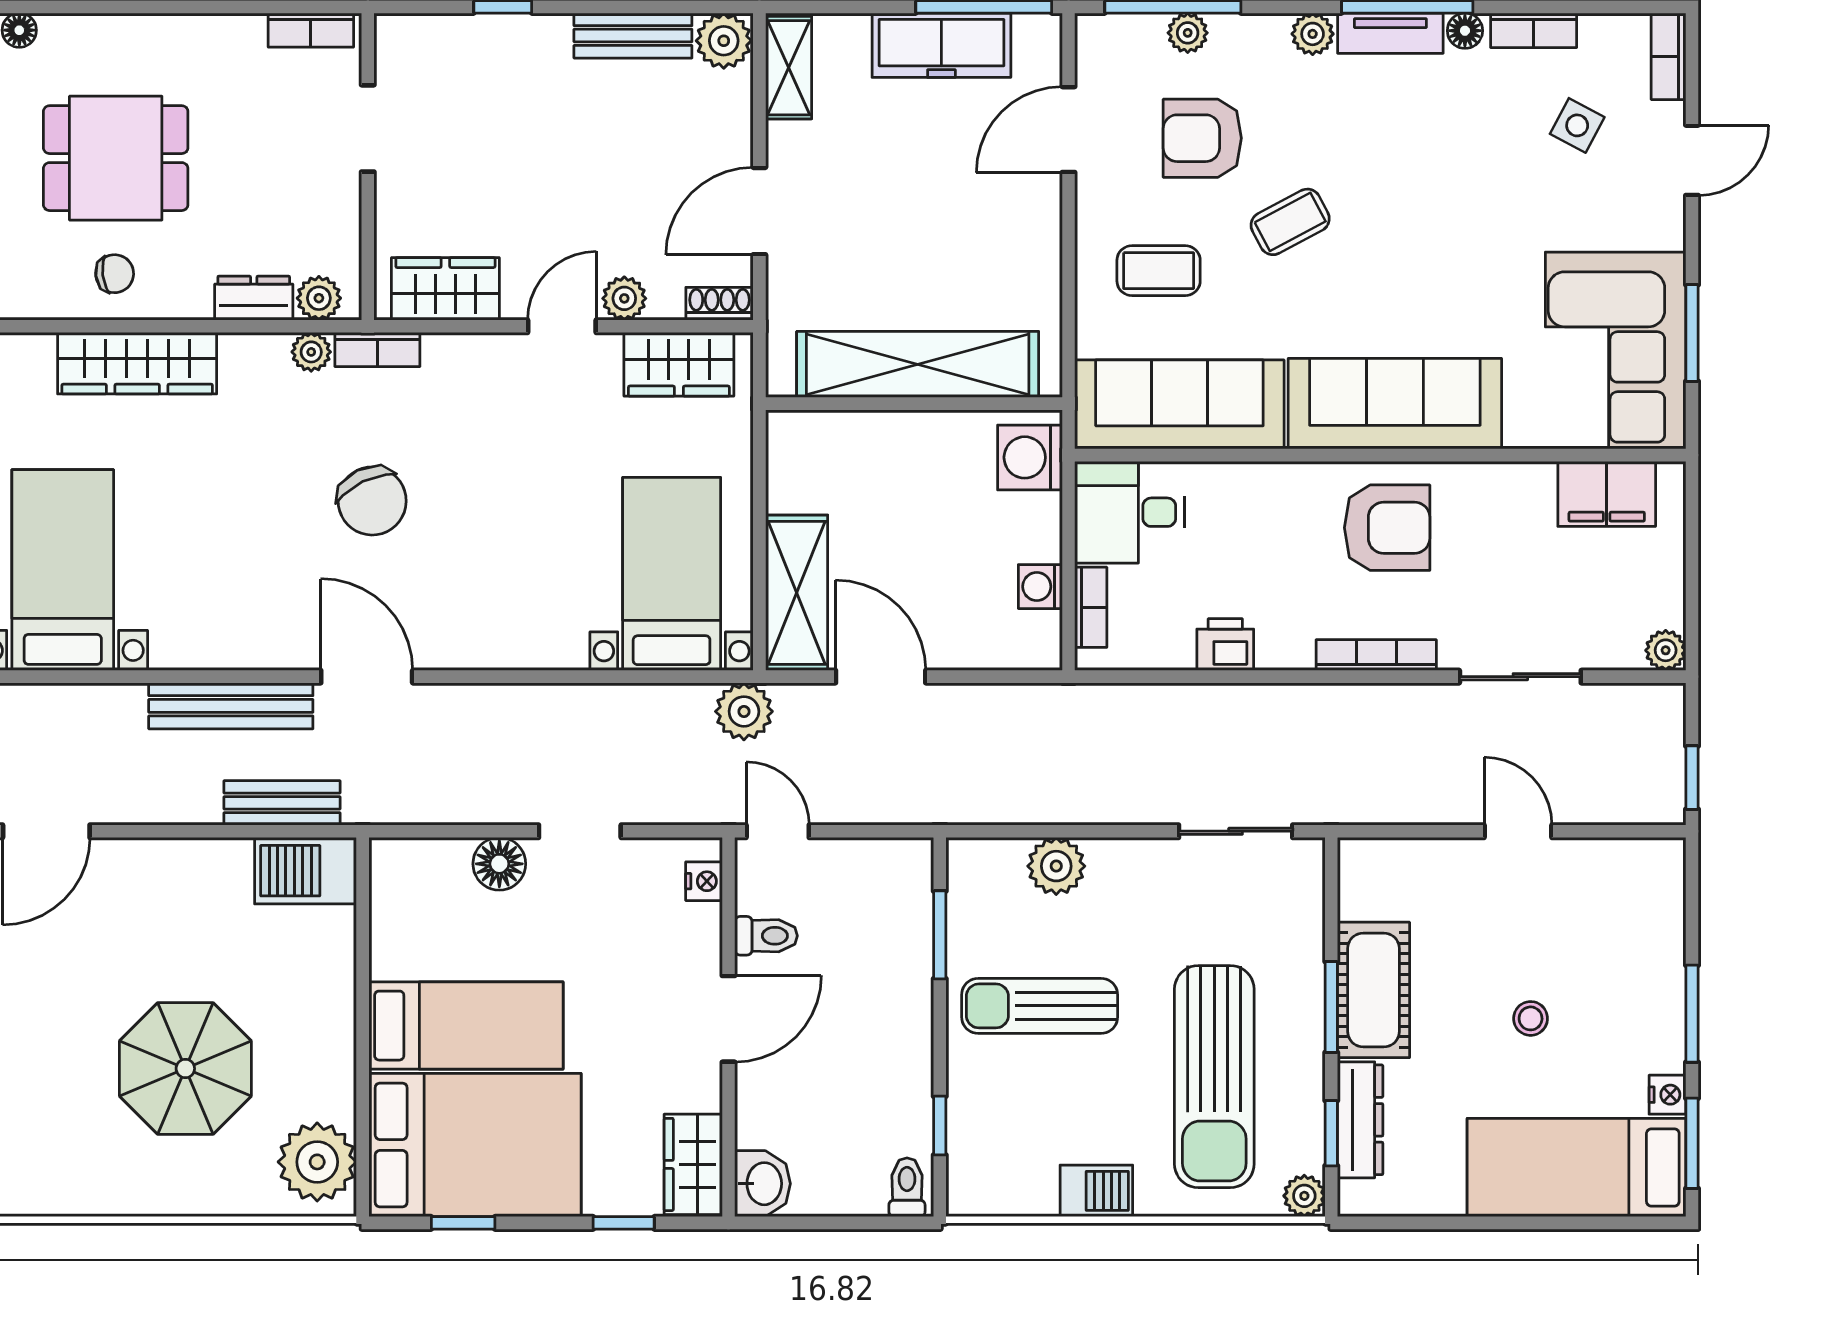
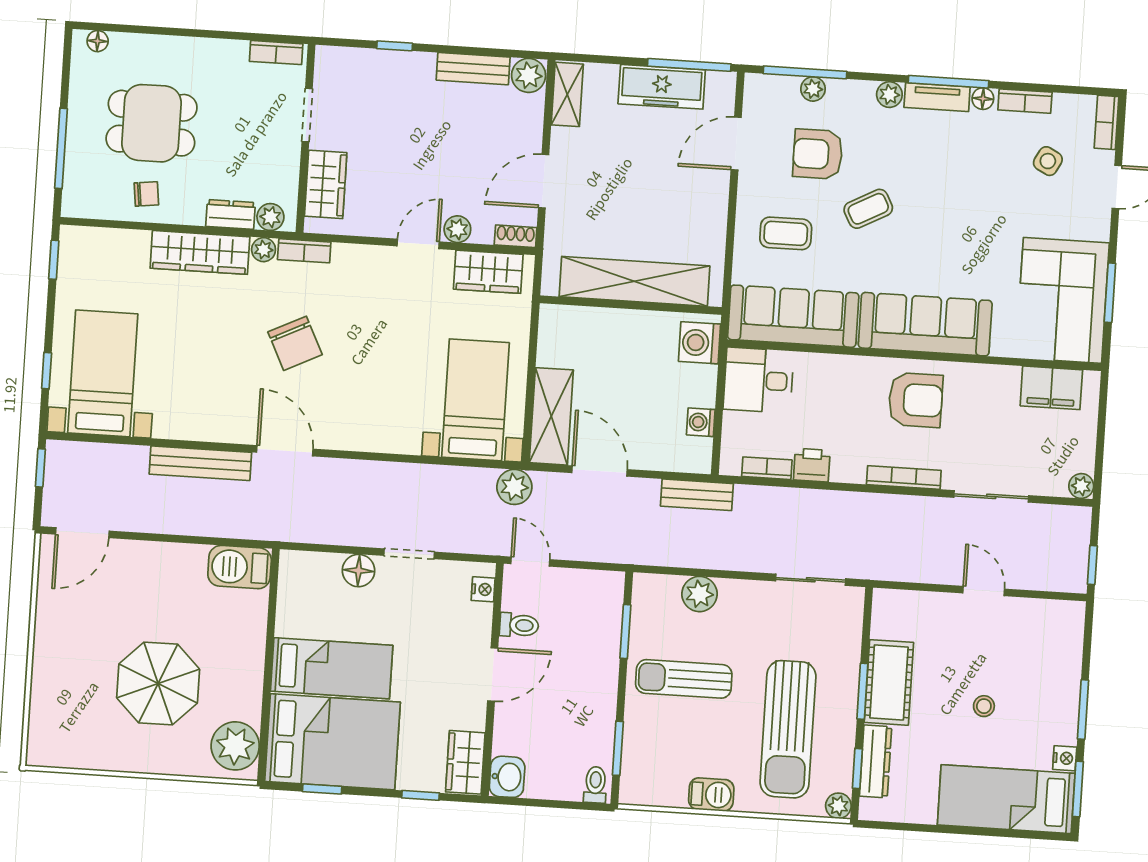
wardrobe: (445, 289) -> (326, 184), moved, turned 90
wardrobe: (137, 363) -> (200, 252), moved
bookcase: (1091, 607) -> (767, 468), moved, turned -90
bench: (282, 803) -> (697, 495), moved
window: (940, 1126) -> (618, 748), width x1.50

